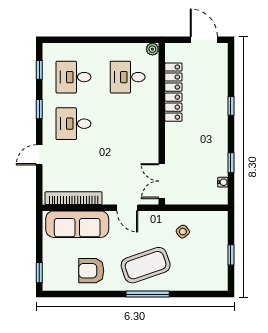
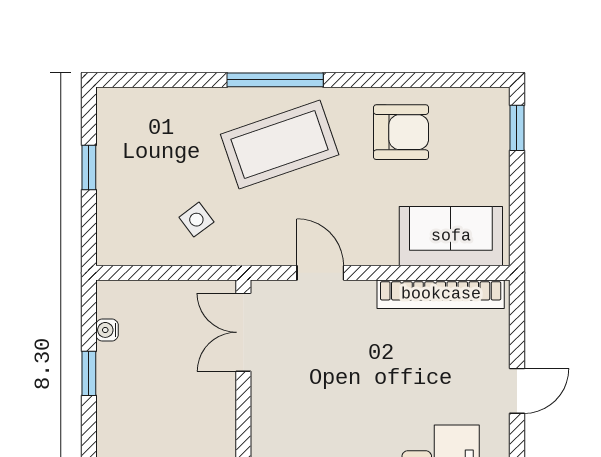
double door: (162, 181) -> (243, 332), swing flipped
sofa: (77, 224) -> (451, 236), width x0.73

